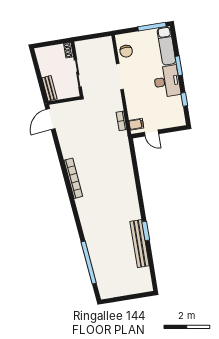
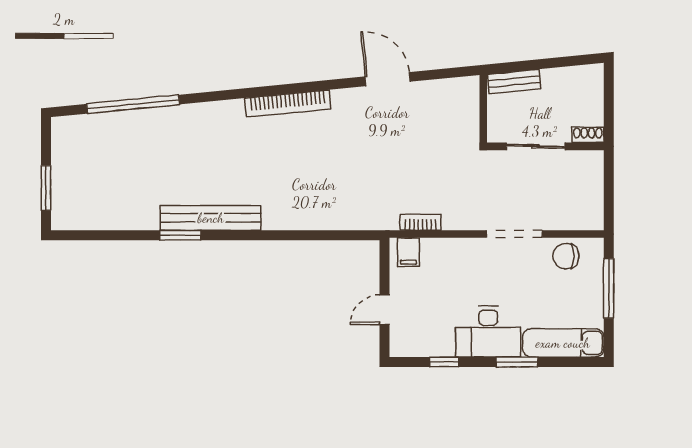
window: (152, 27) -> (609, 288), moved
door: (50, 119) -> (388, 79), moved
door: (152, 133) -> (385, 310), moved
bookcase: (73, 178) -> (288, 104), moved
bench: (140, 244) -> (211, 218), moved
window: (134, 296) -> (46, 188), added

